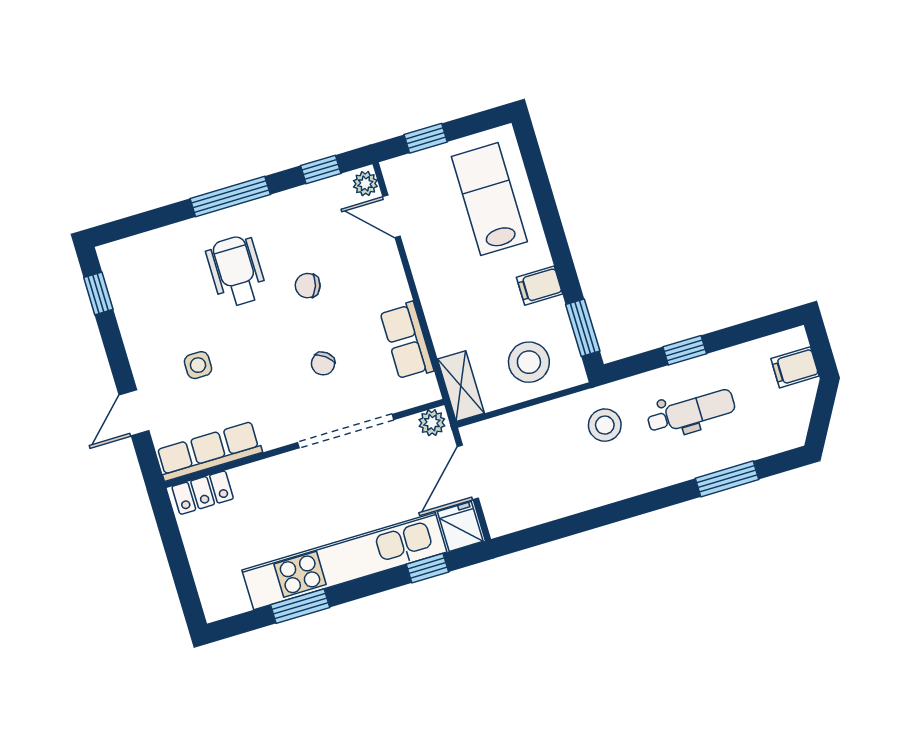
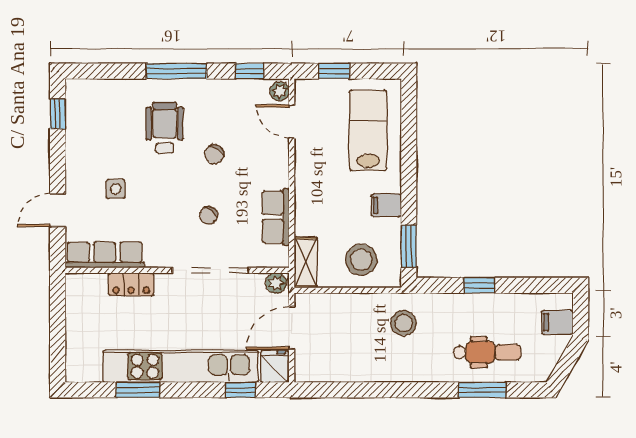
chair: (308, 286) -> (214, 154), turned -74
dental chair: (691, 412) -> (487, 352), moved
locker: (203, 493) -> (131, 284), moved

